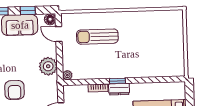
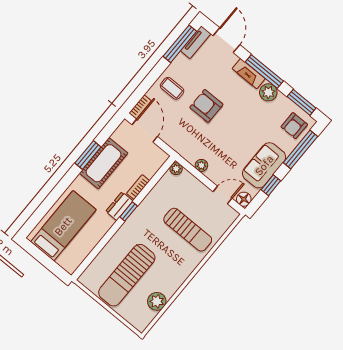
plant: (156, 17) -> (157, 301), added
sun lounger: (97, 37) -> (188, 230), turned 90
sun lounger: (156, 49) -> (127, 275), added
plant: (48, 66) -> (201, 165), width x0.53, depth x0.53

